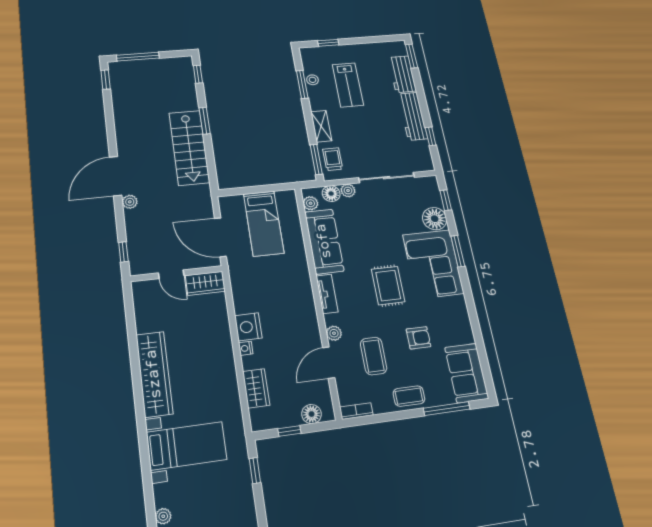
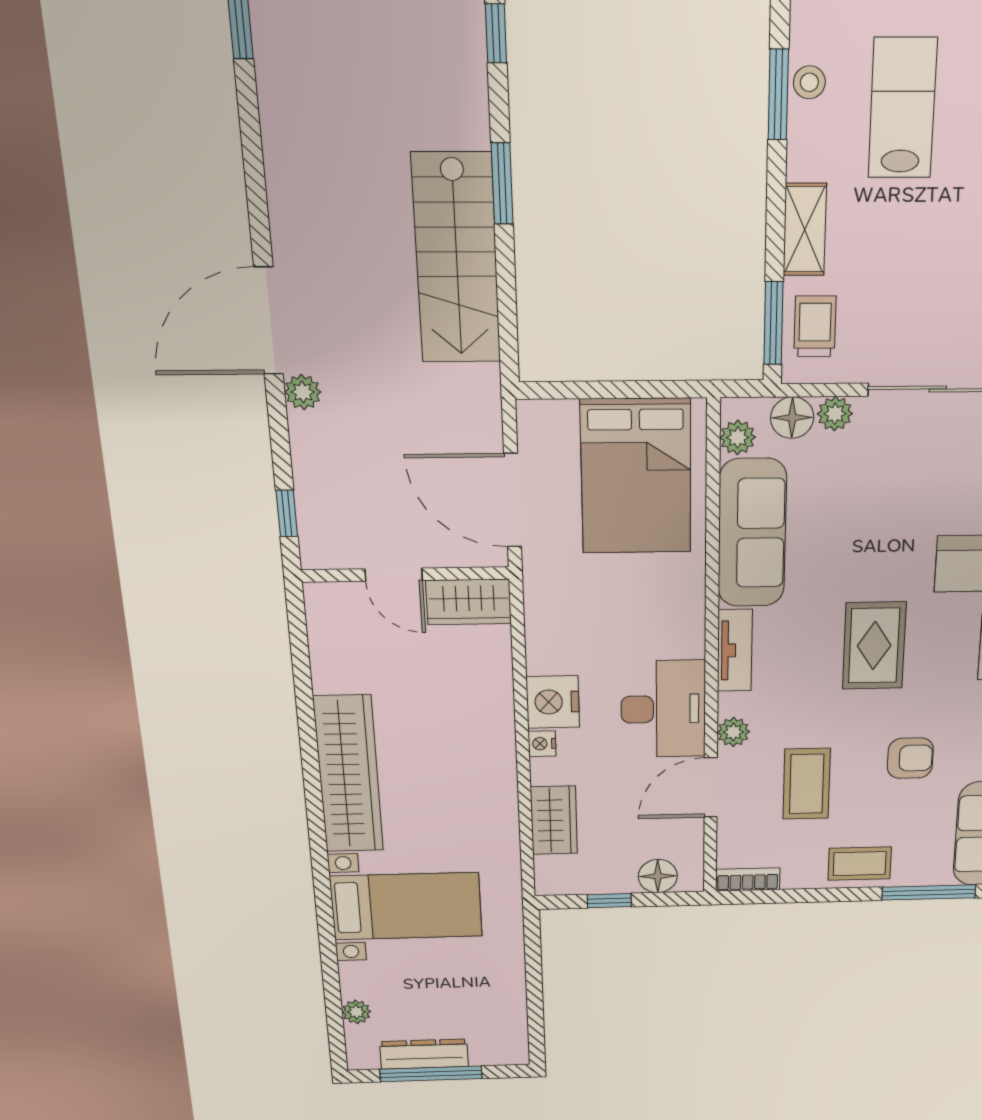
lab bench: (348, 85) -> (903, 108), turned 180
bed: (264, 223) -> (636, 476), width x1.50
desk: (300, 325) -> (663, 709), added
window: (255, 471) -> (533, 958), removed

